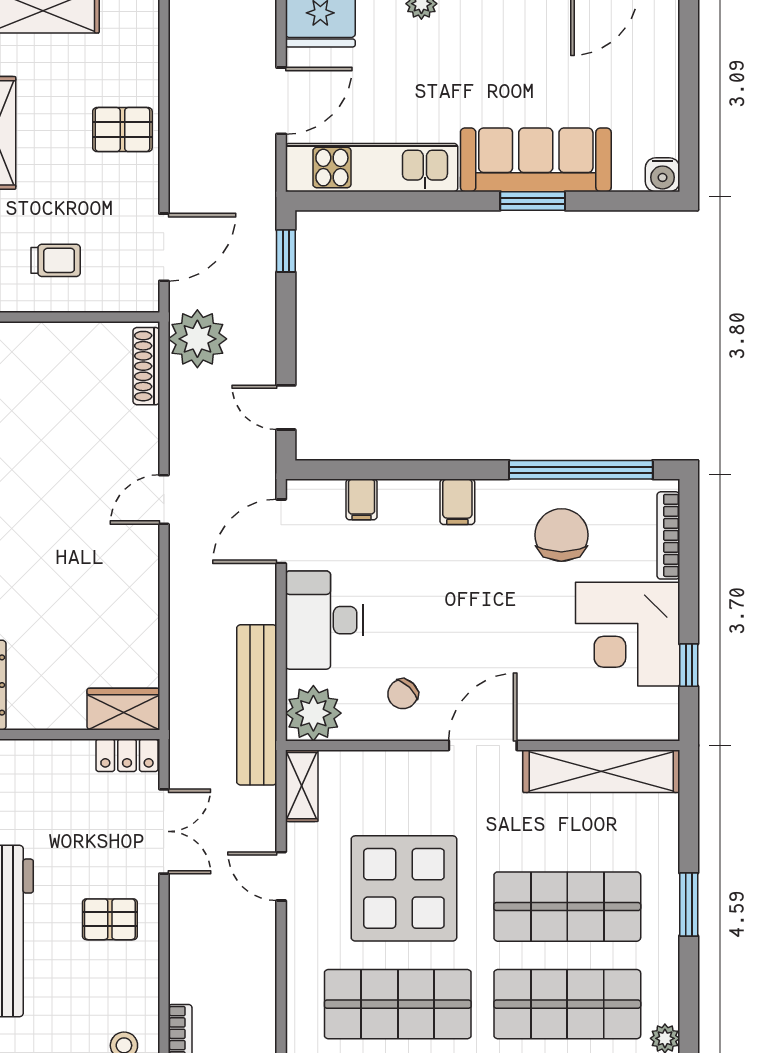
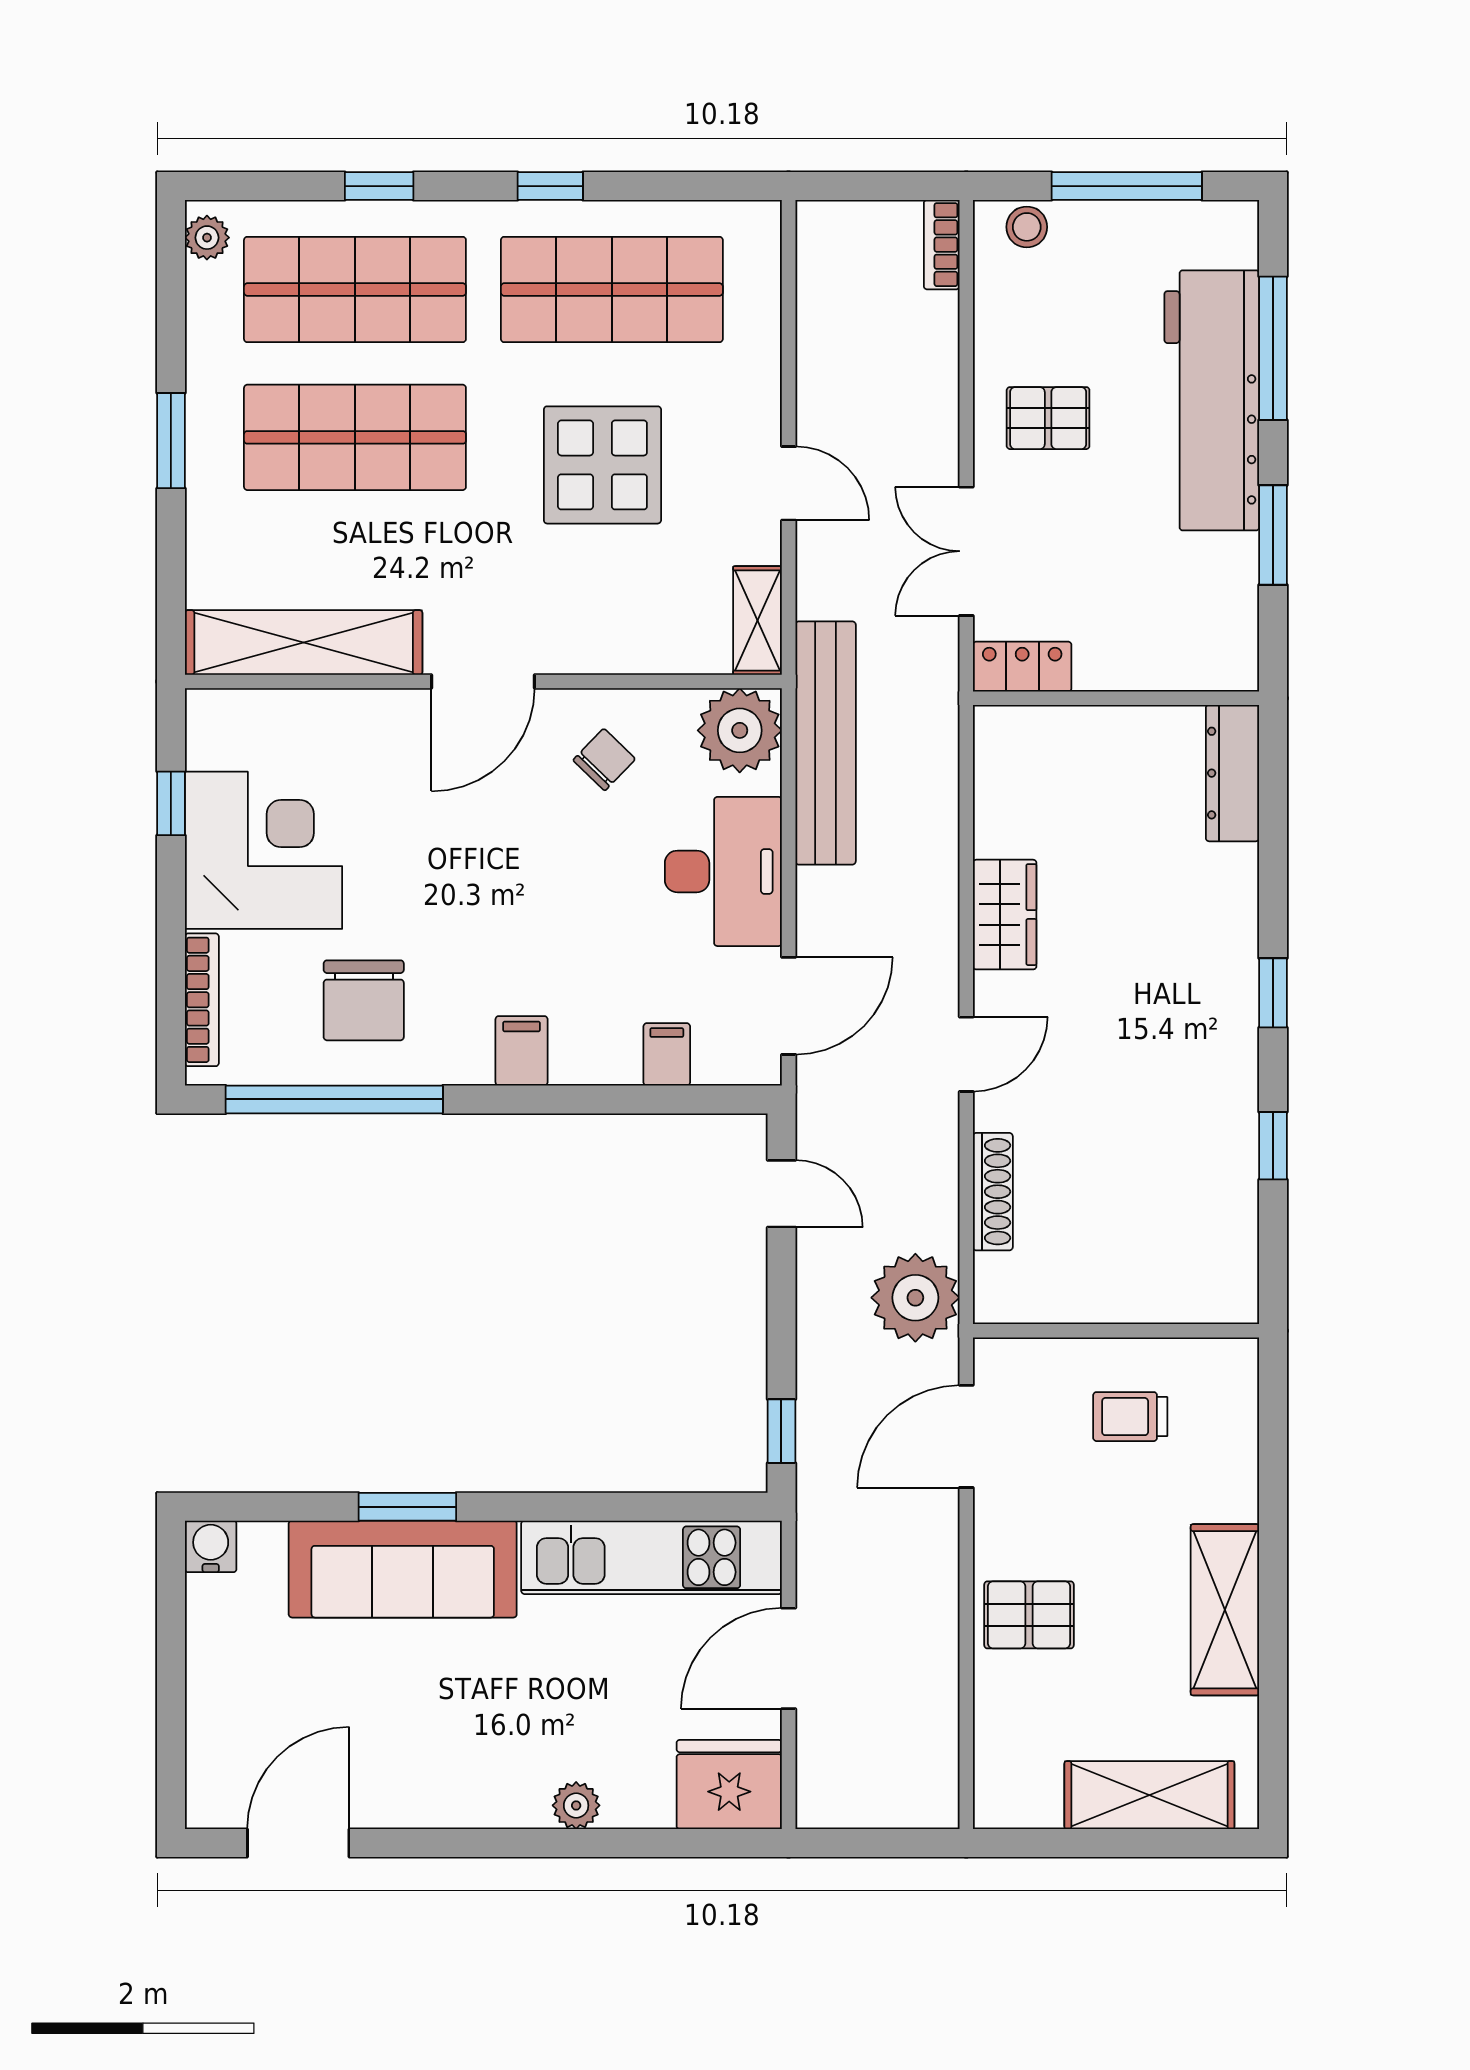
shoe rack: (146, 366) -> (993, 1192), moved
wardrobe: (123, 709) -> (1005, 915), moved, turned -90
display table: (404, 888) -> (602, 465), width x0.73, depth x0.73

